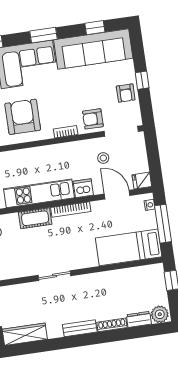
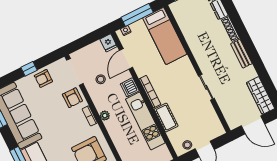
armchair: (126, 93) -> (43, 78), turned 180
plant: (60, 149) -> (105, 116), added

